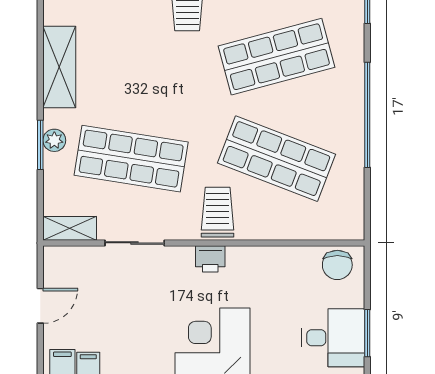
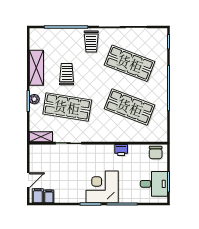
shop shelf: (276, 57) -> (130, 63), turned 36
trolley: (218, 212) -> (67, 74), moved
printer: (210, 259) -> (121, 150), moved
door: (40, 306) -> (28, 180), moved

